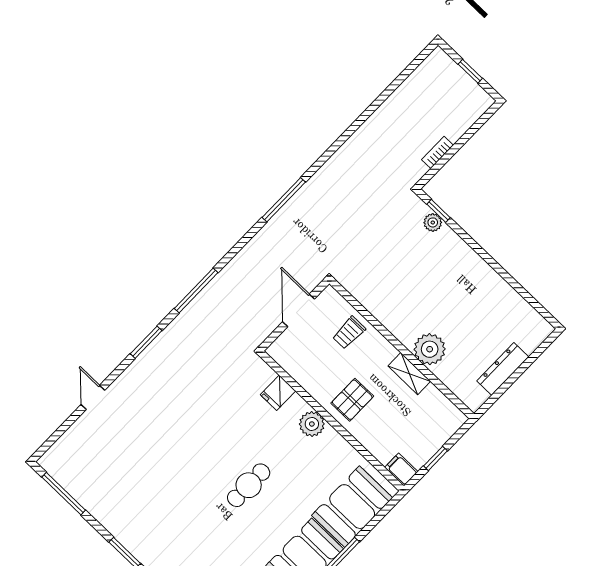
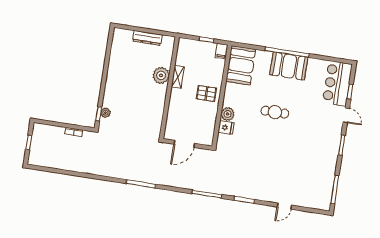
trolley: (349, 333) -> (179, 115), removed
plant: (312, 424) -> (228, 114), moved
booth: (352, 507) -> (241, 65), moved, turned 90

